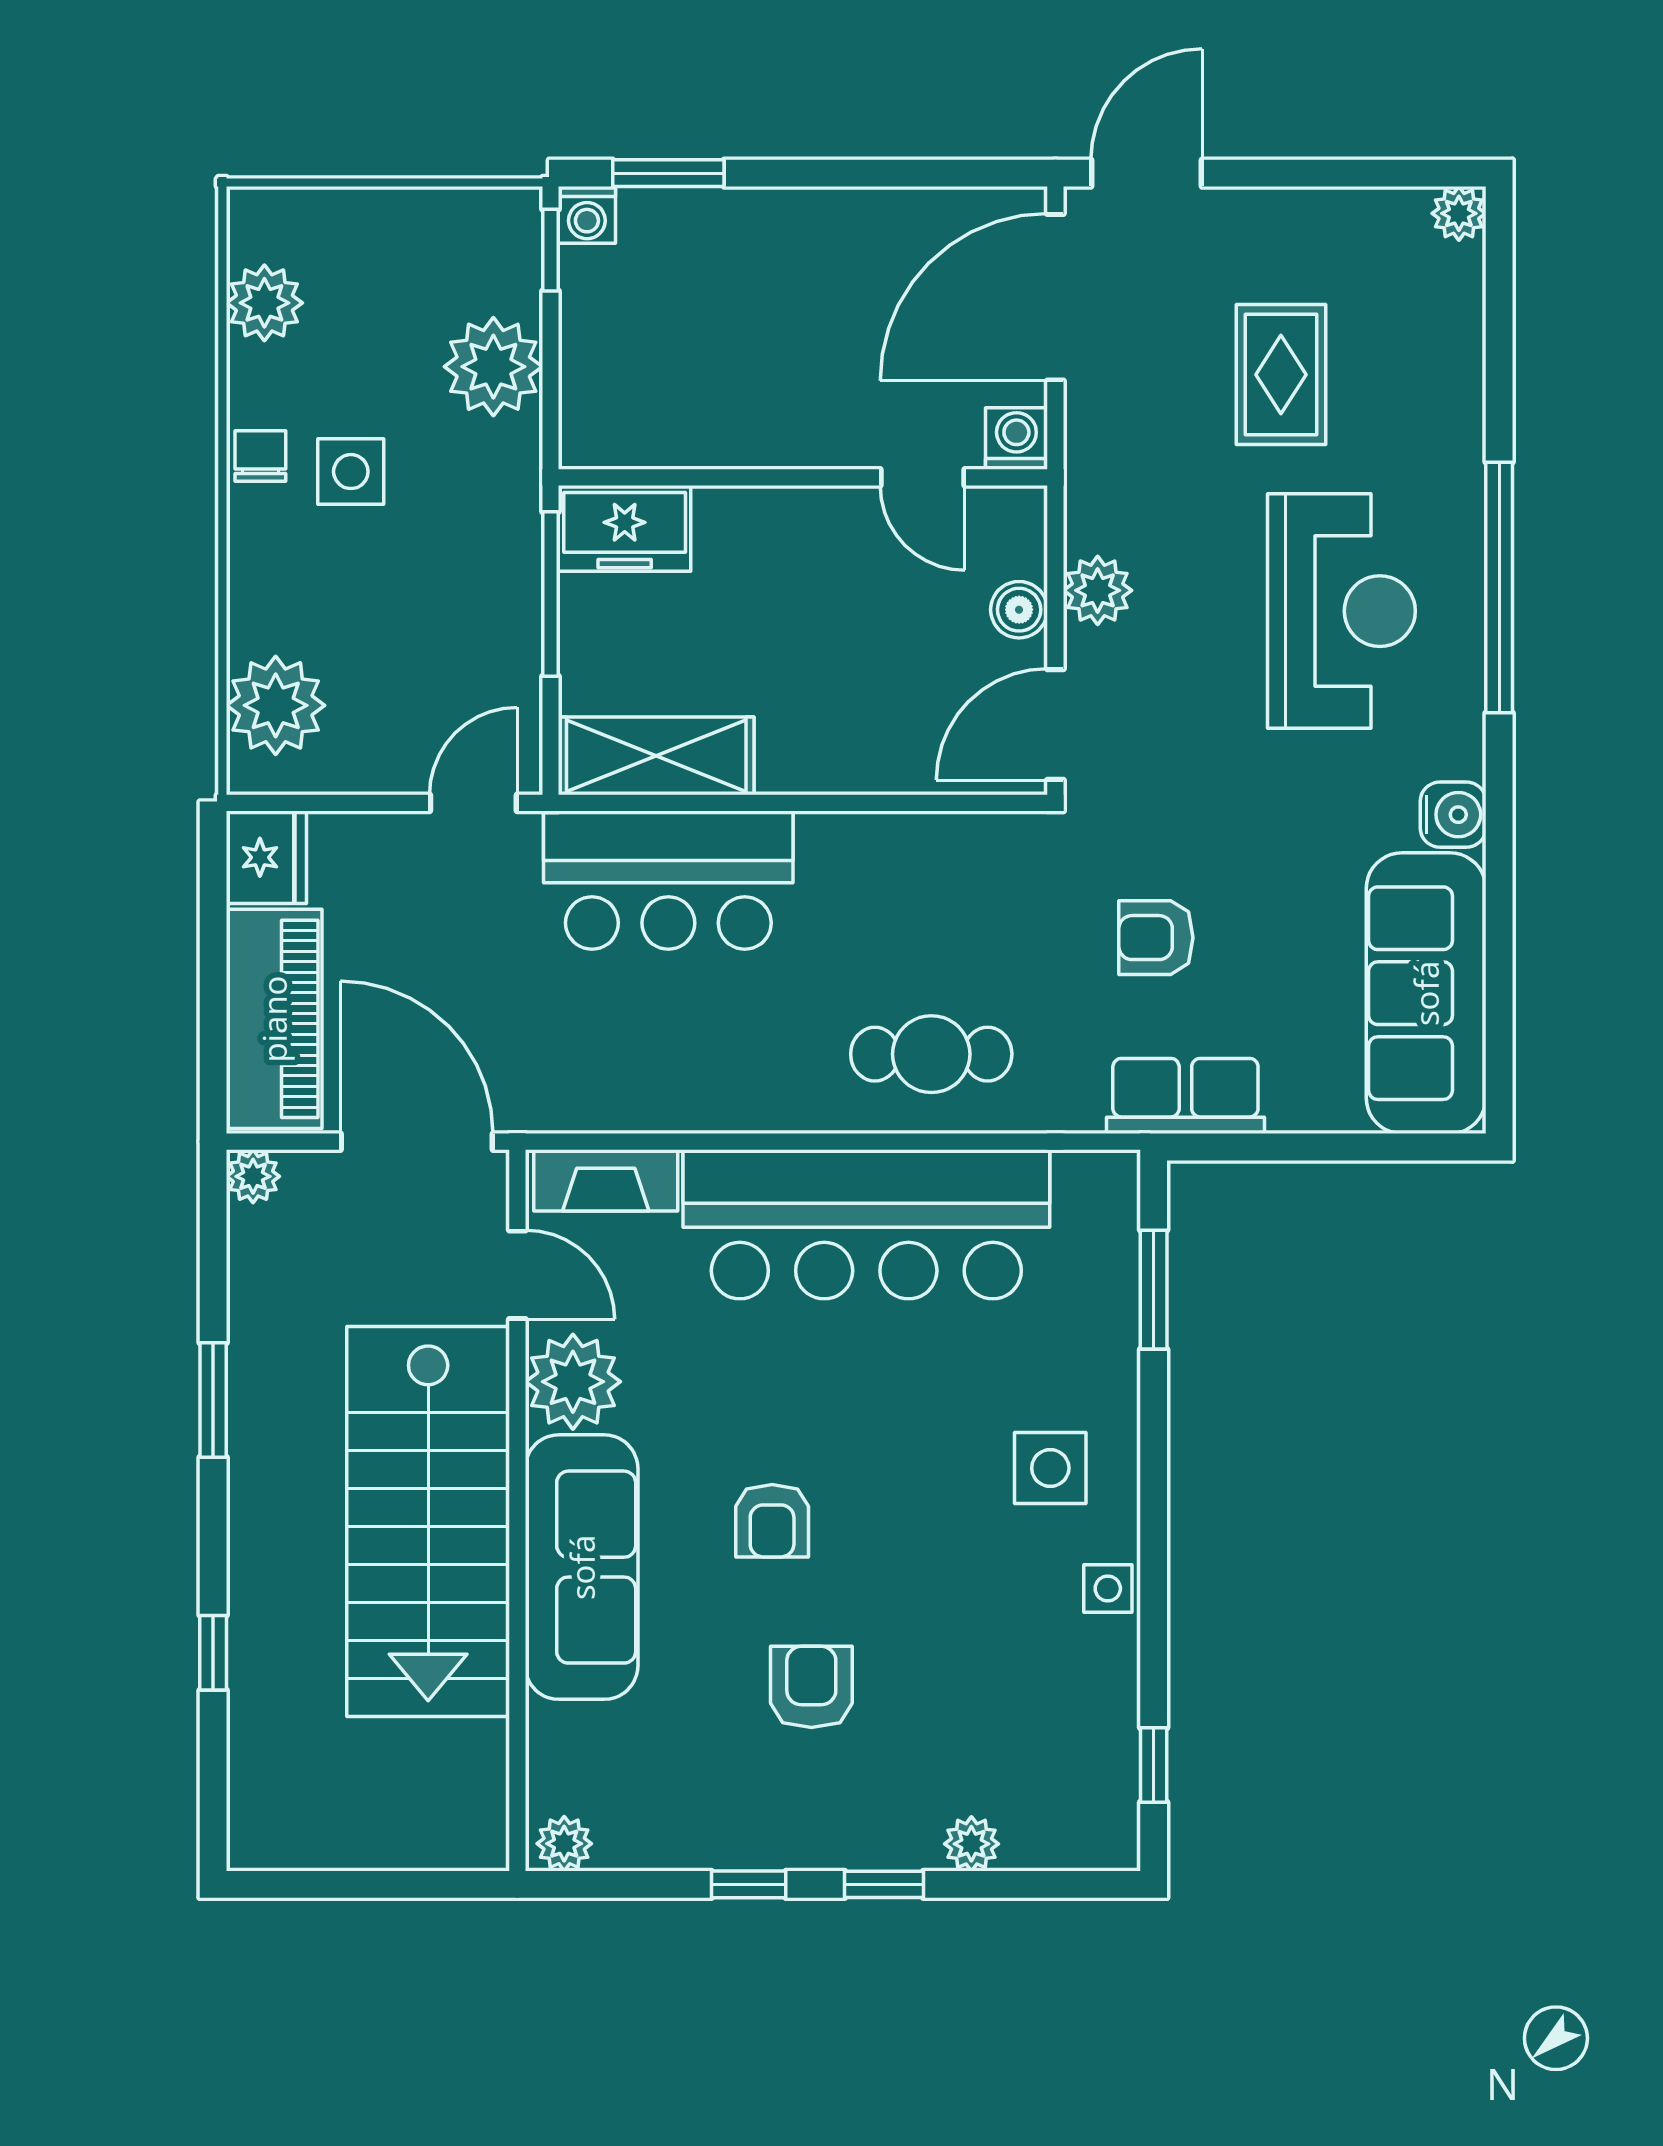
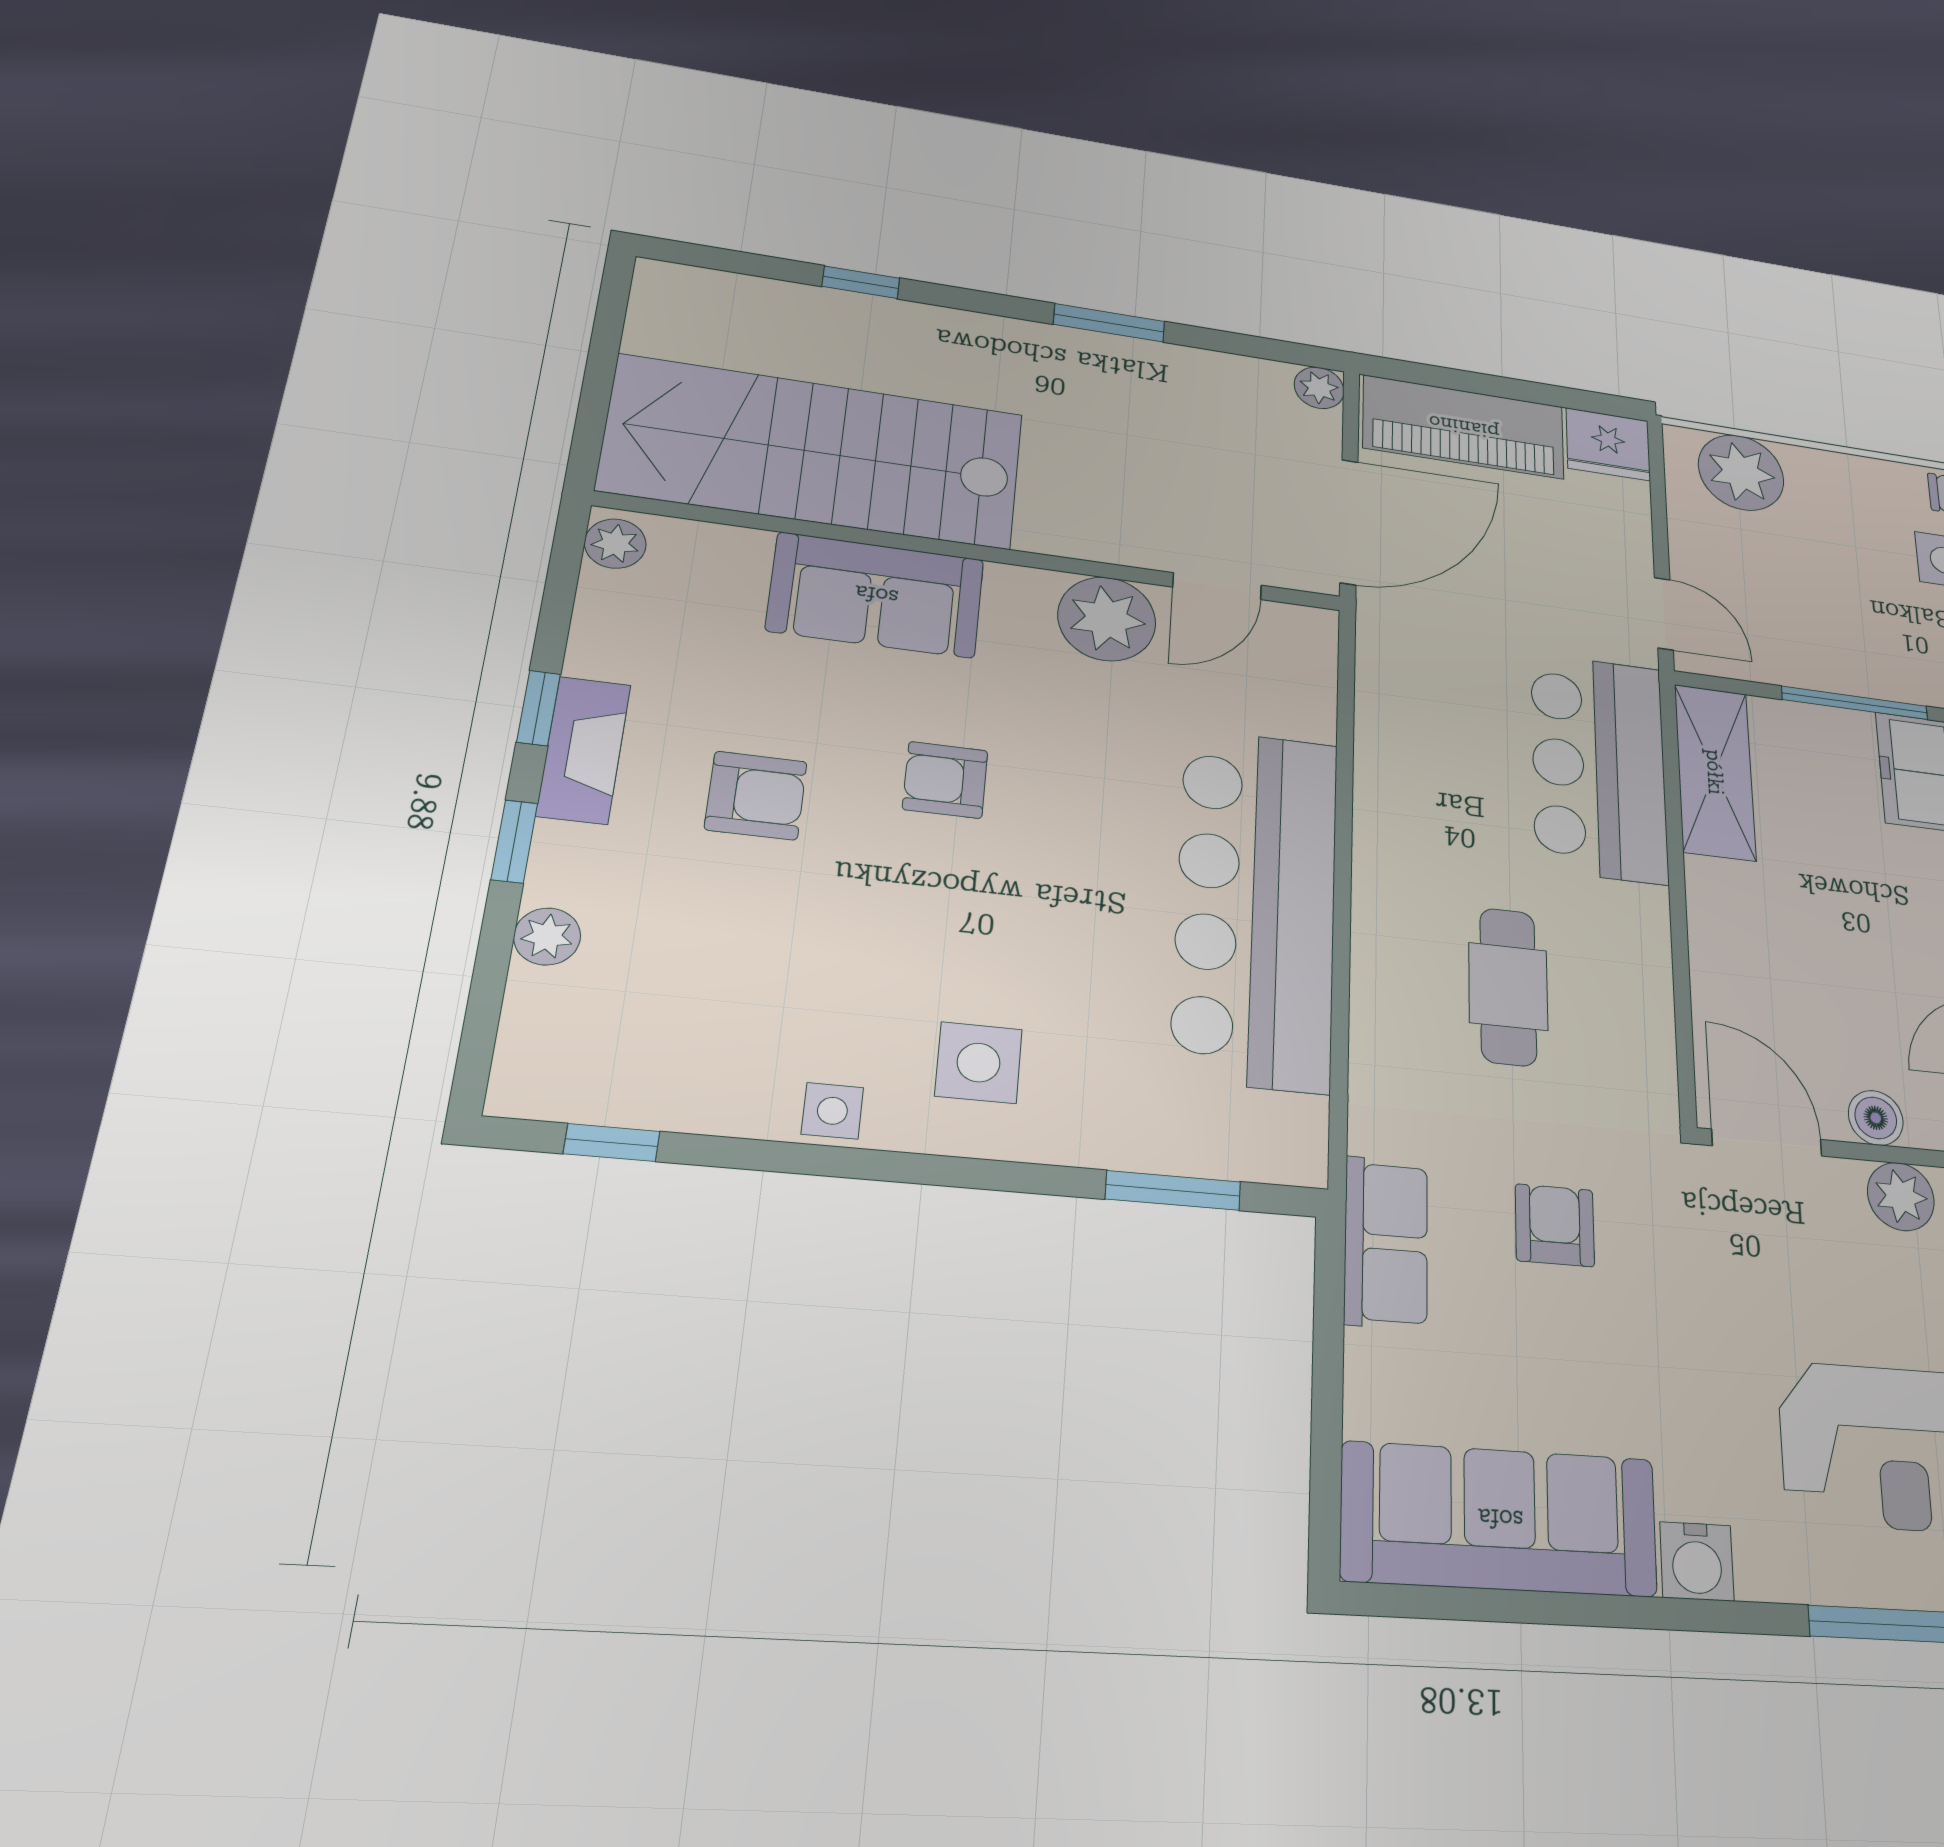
cafe table: (931, 1054) -> (1508, 986), moved
fireplace: (606, 1180) -> (584, 750), moved, turned 180
stairs: (428, 1521) -> (815, 452), moved
sofa: (582, 1567) -> (876, 595), width x0.73

